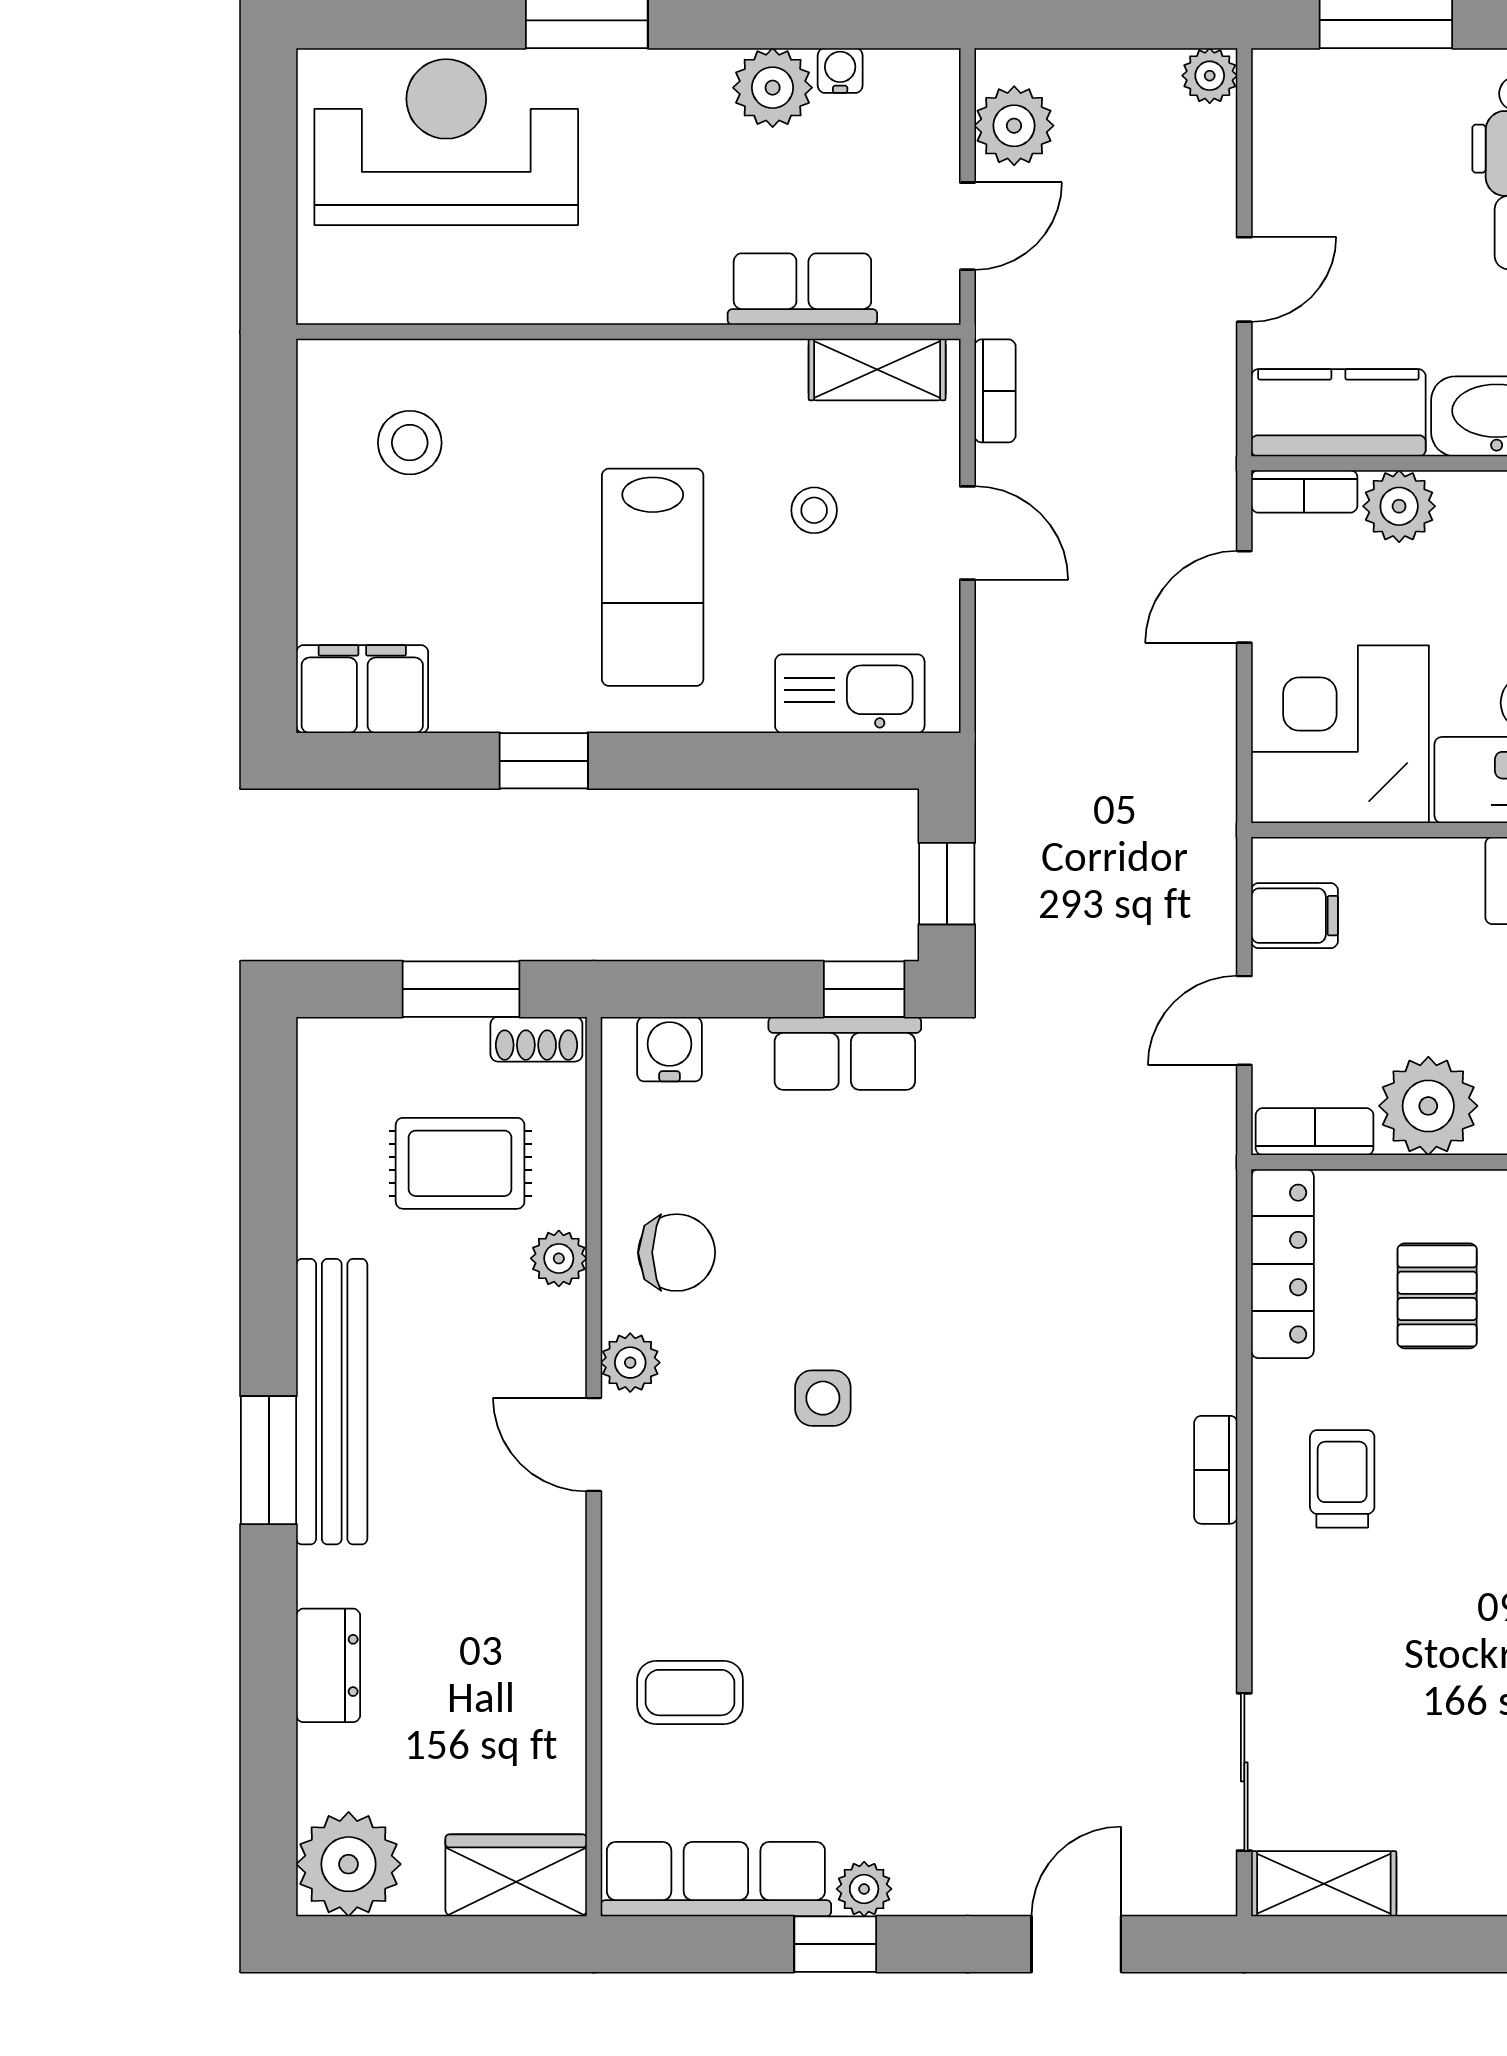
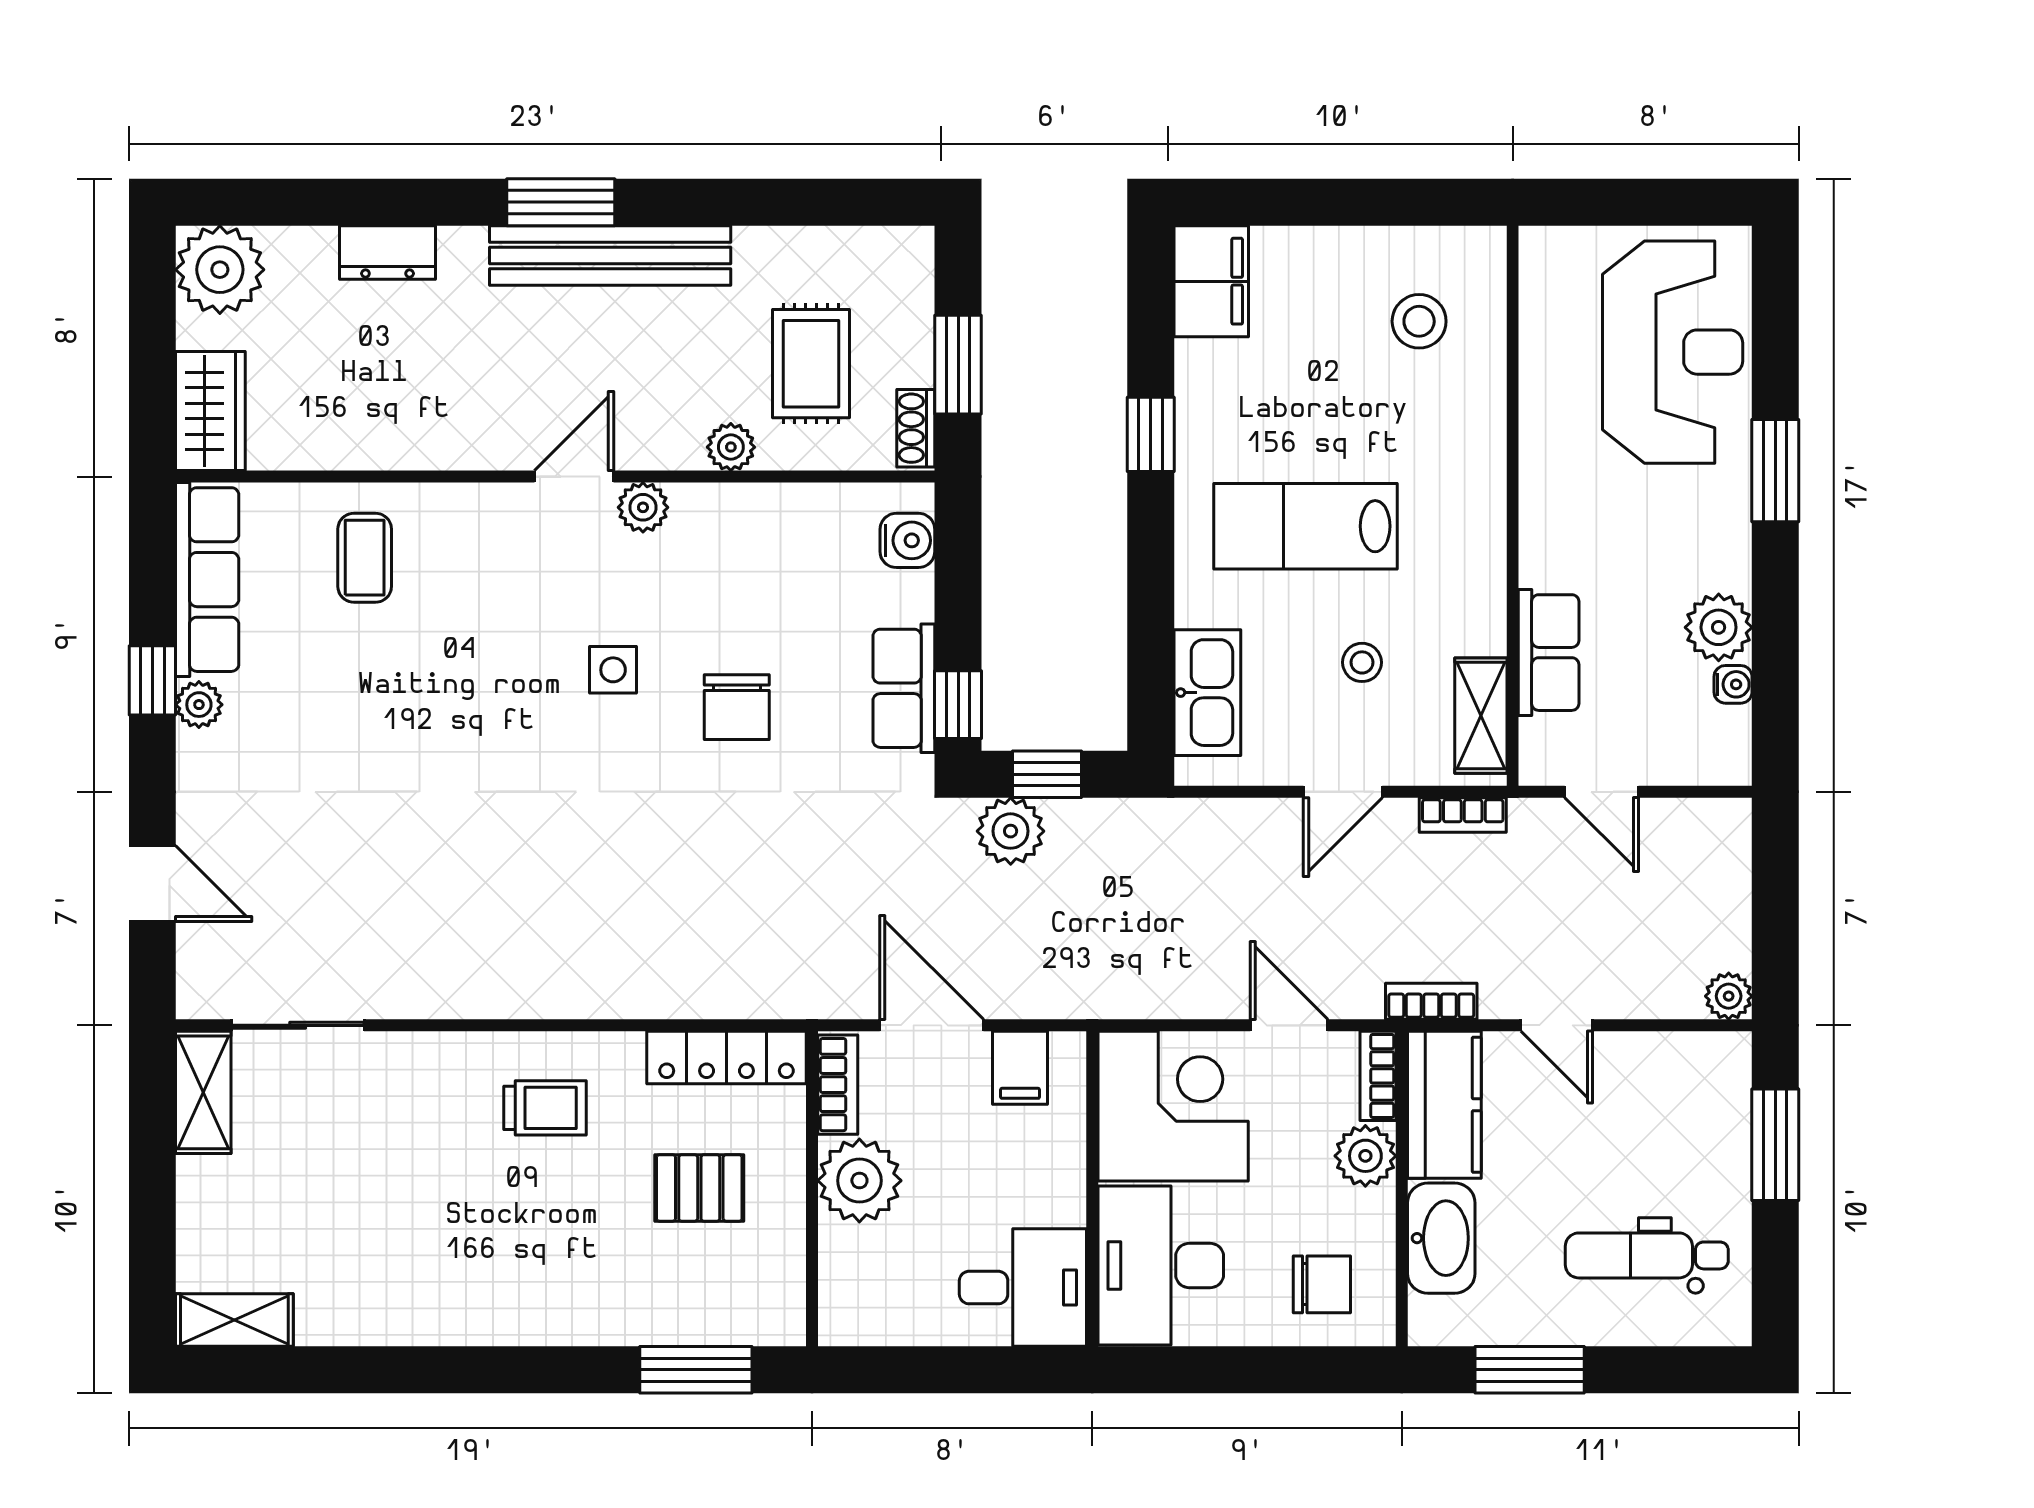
plant: (1014, 126) -> (1011, 831), moved
door: (1244, 1020) -> (932, 1025), width x1.37
chair: (677, 1253) -> (737, 707), moved
bookcase: (1216, 1470) -> (1431, 1001), moved

